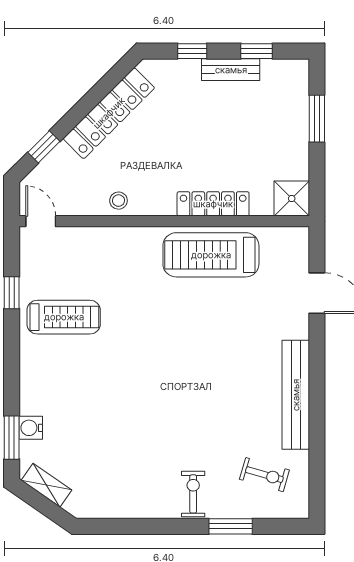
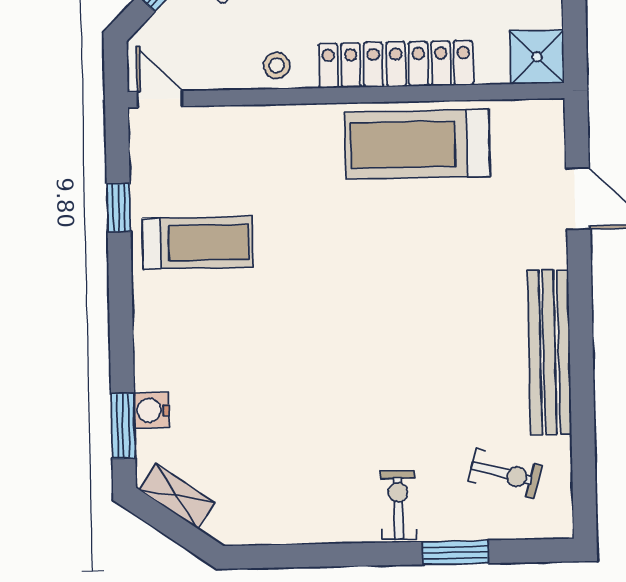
locker: (213, 204) -> (396, 64), width x1.41, depth x1.21

